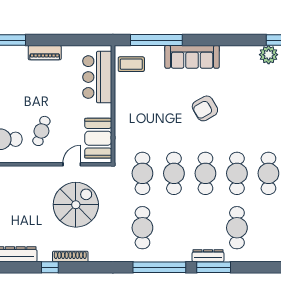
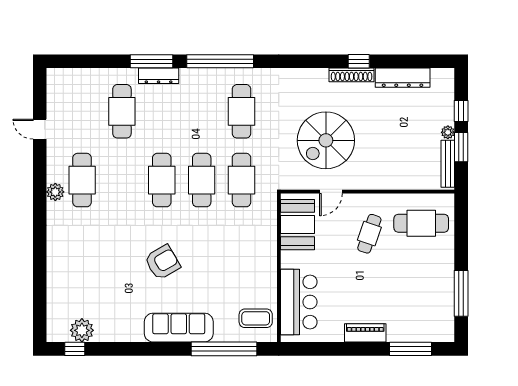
cafe table: (237, 173) -> (122, 180), removed
shoe rack: (70, 256) -> (352, 75), moved

